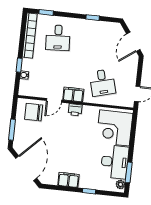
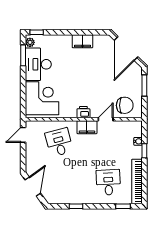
window: (89, 191) -> (37, 32), moved

